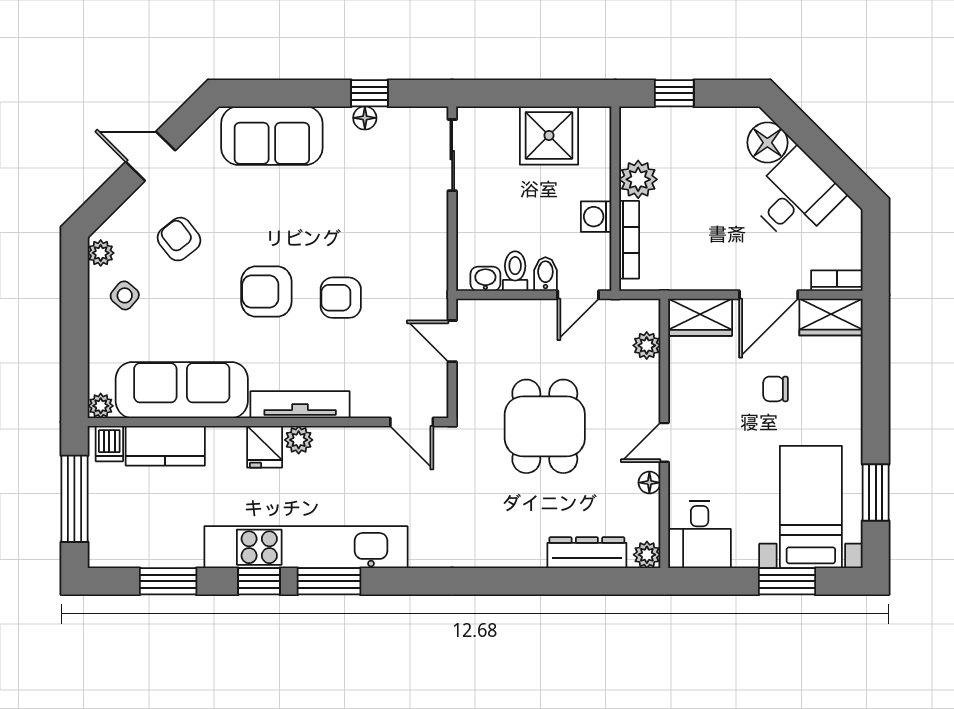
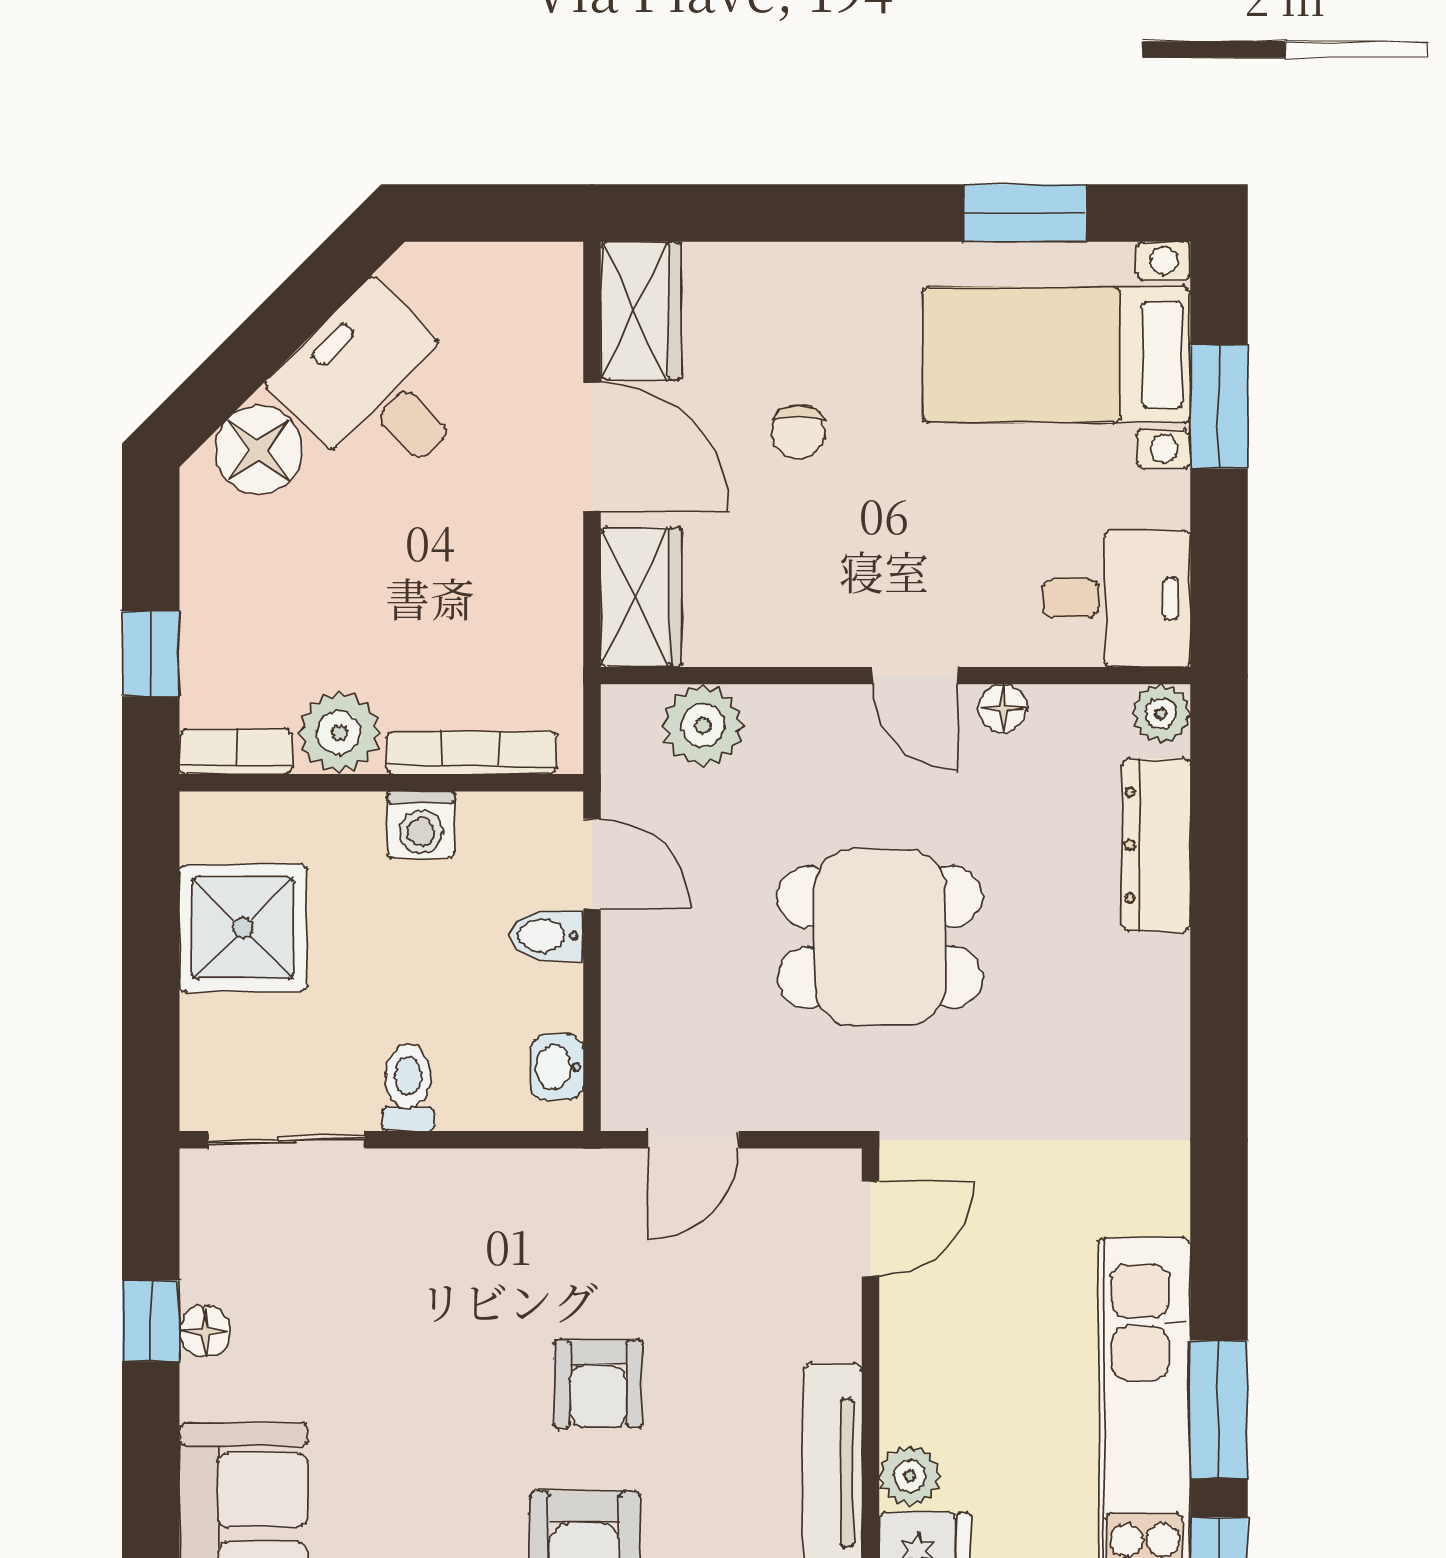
toilet: (515, 271) -> (408, 1088), moved, turned 90
bookcase: (837, 281) -> (236, 752), moved, turned 90
plant: (647, 345) -> (703, 725), width x1.38, depth x1.38

